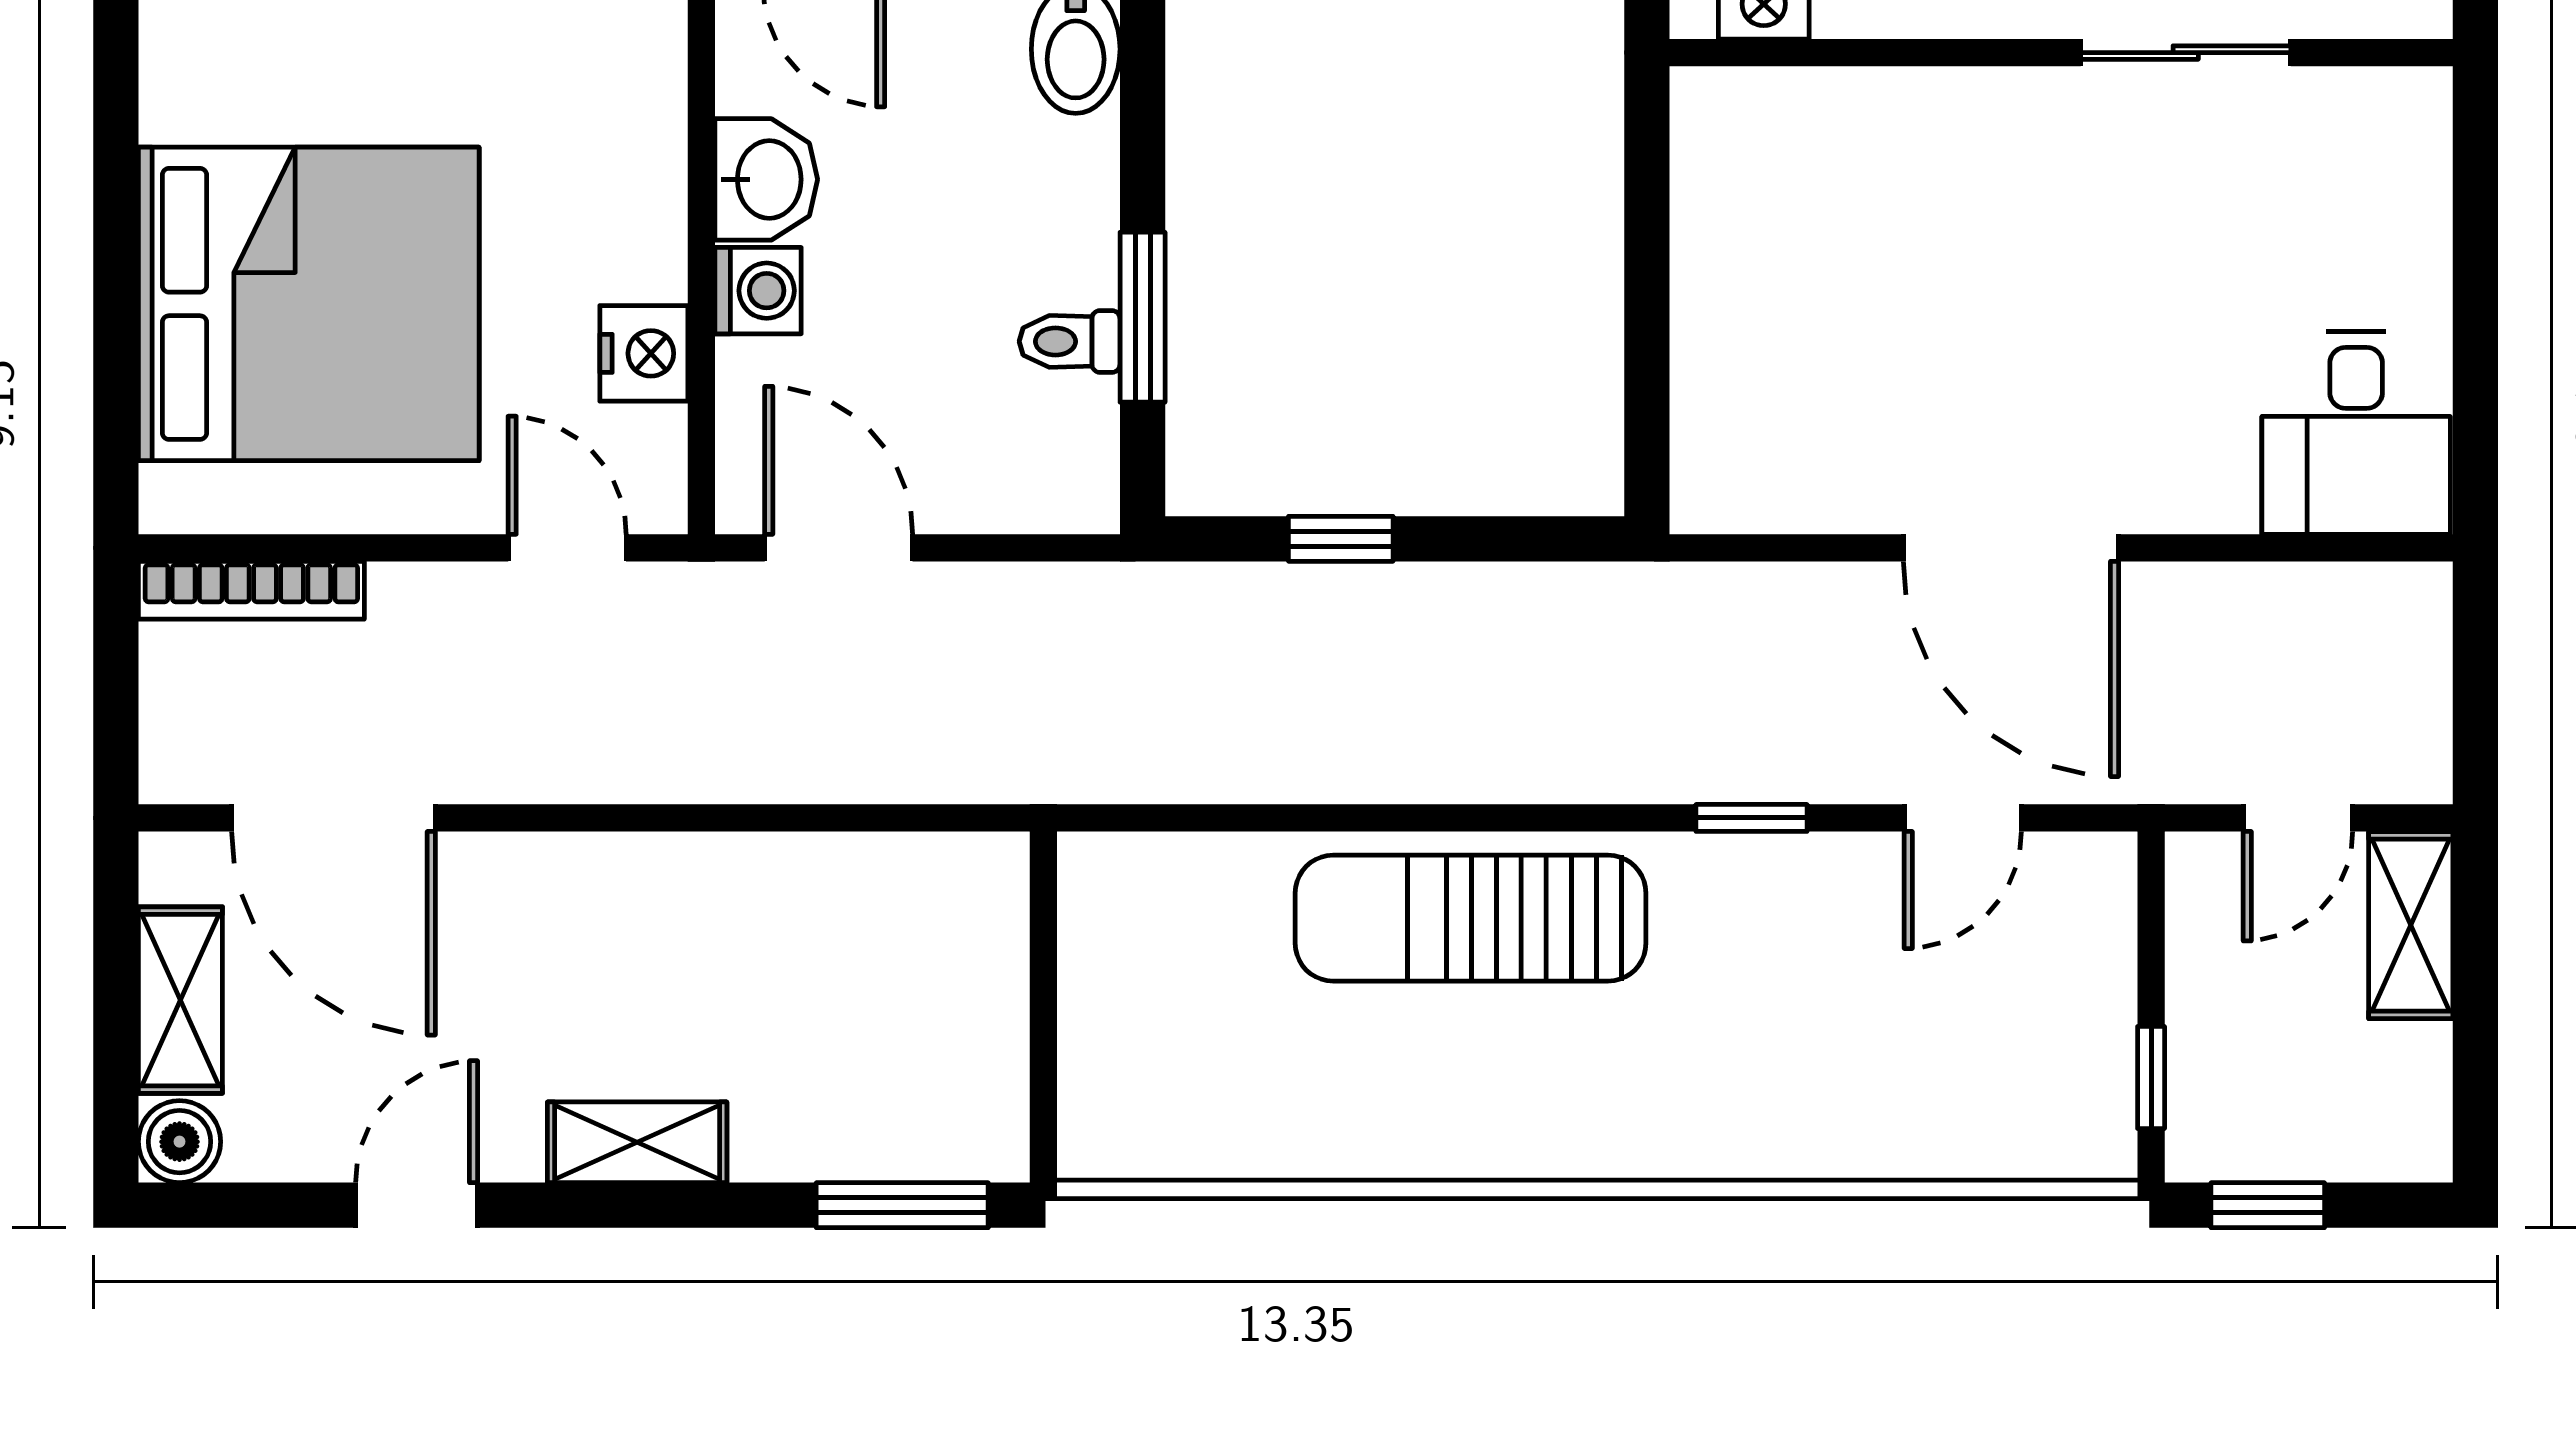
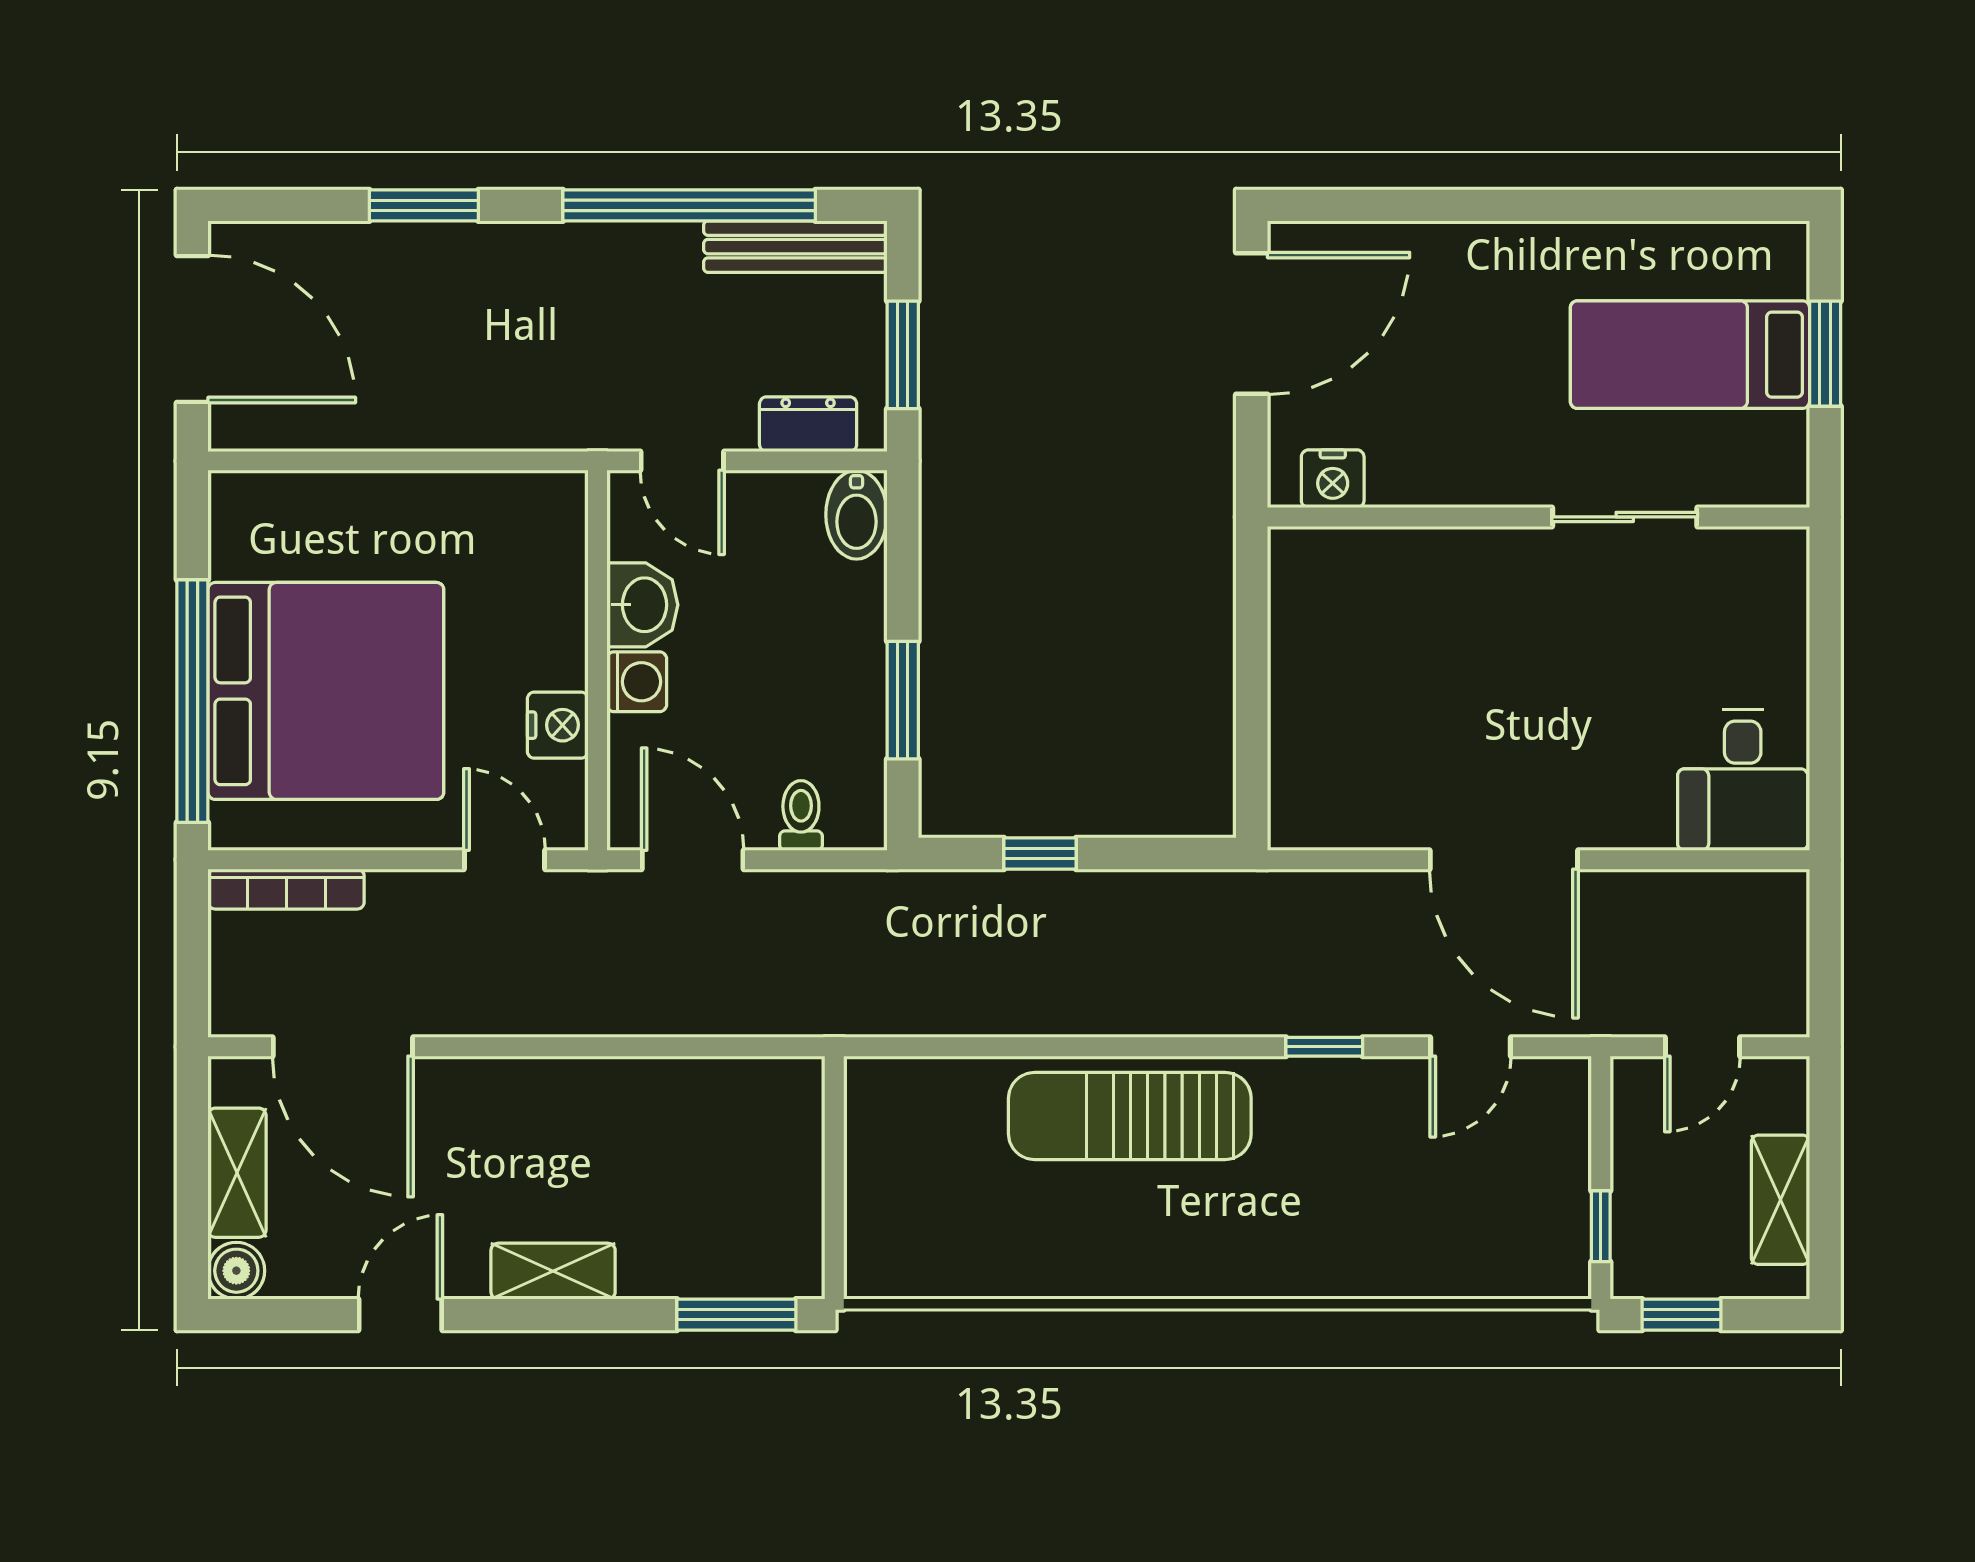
window: (116, 319) -> (192, 701), added
toilet: (1070, 341) -> (801, 815), moved, turned 90
shelving: (2411, 925) -> (1780, 1200), moved

